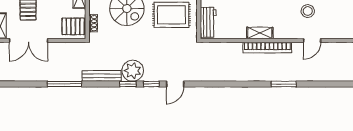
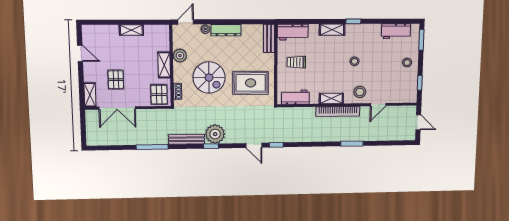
stool: (308, 11) -> (360, 92), moved
workbench: (208, 22) -> (295, 97), moved, turned -90
pallet: (73, 26) -> (159, 95), turned 90
window: (151, 84) -> (276, 145), moved
door: (175, 84) -> (254, 145), hinge flipped

